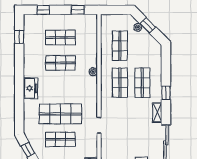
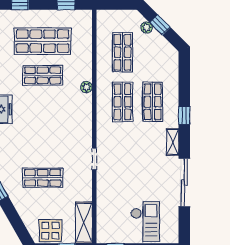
shop shelf: (60, 38) -> (43, 41), width x1.43, depth x1.36
shop shelf: (60, 114) -> (43, 144), removed

